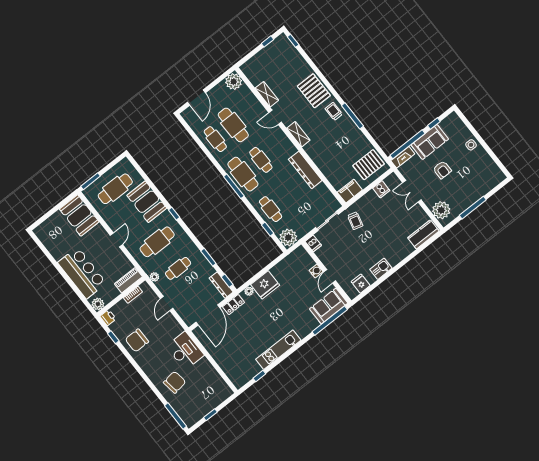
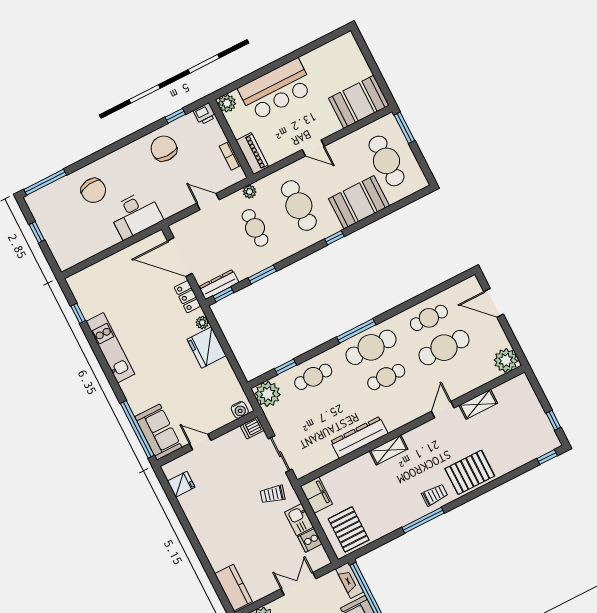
shelving: (298, 134) -> (389, 450), moved
kitchen sink: (381, 269) -> (299, 520), moved, turned 180
water cooler: (316, 271) -> (240, 410), moved

